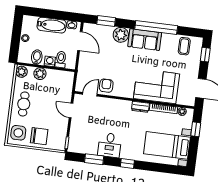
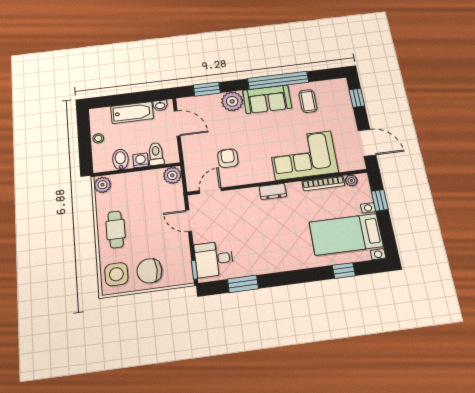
coffee table: (184, 46) -> (308, 101), moved
plant: (40, 74) -> (172, 175), moved
armchair: (106, 86) -> (228, 158), moved
dresser: (140, 107) -> (273, 192), moved
chair: (39, 136) -> (149, 271), turned 180
desk: (110, 145) -> (214, 259), moved, turned 90
window: (127, 164) -> (344, 271), moved

